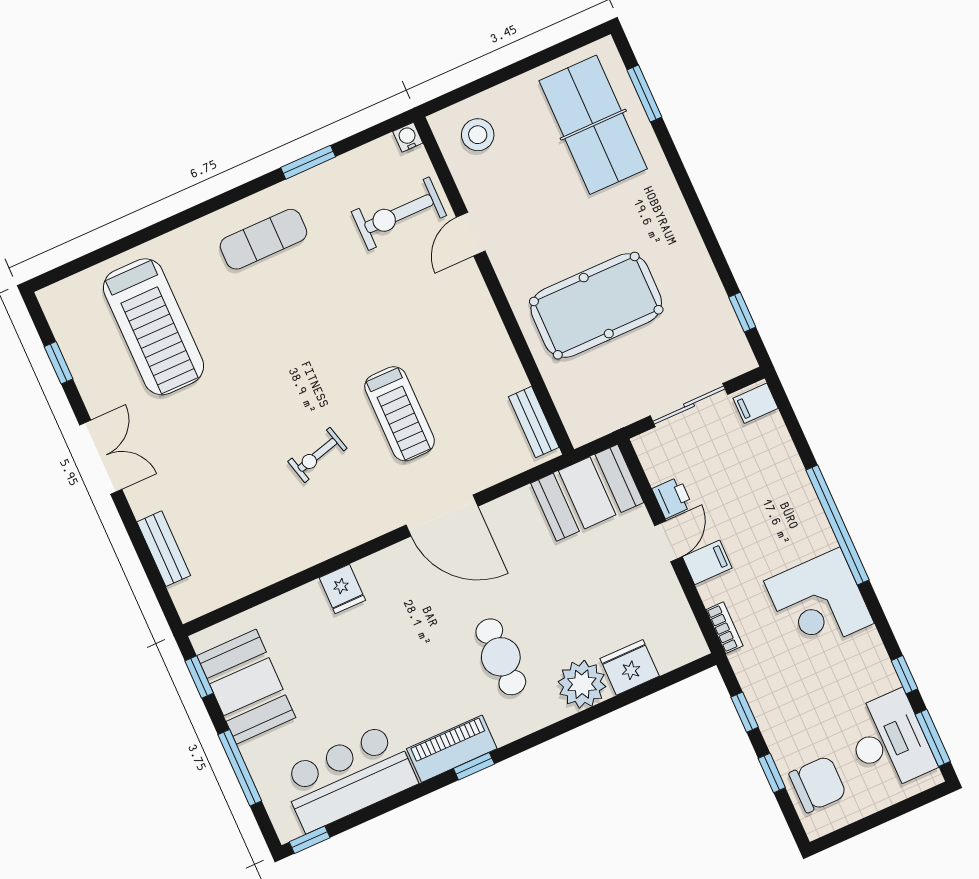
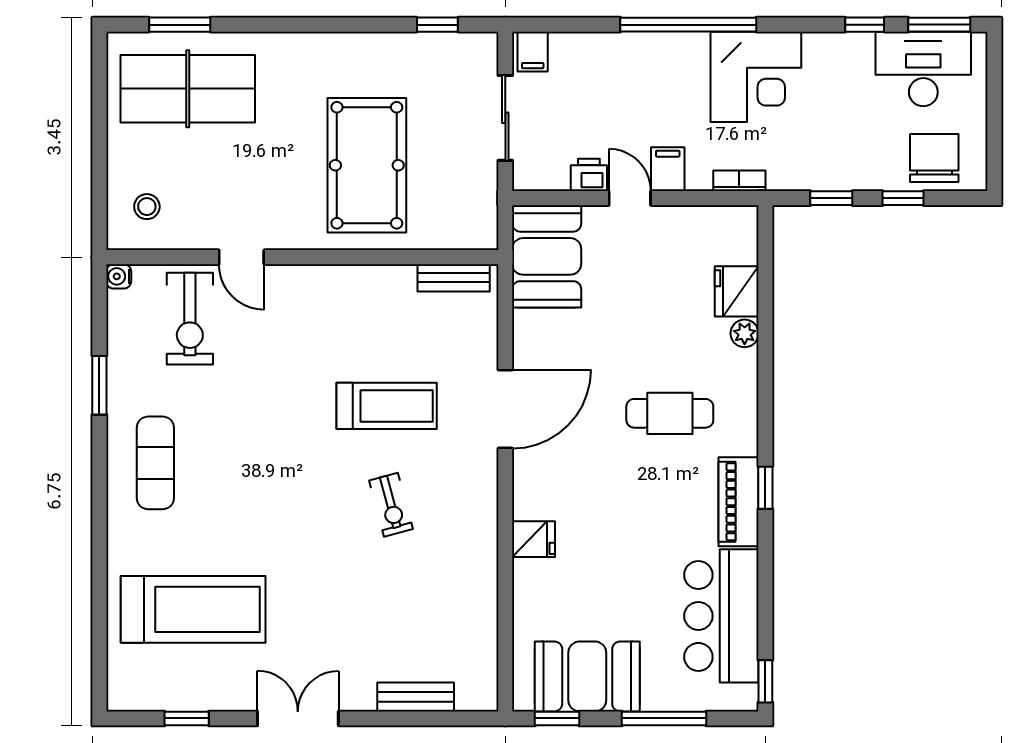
stool: (478, 135) -> (147, 207), width x0.73, depth x0.73
plant: (582, 684) -> (745, 333), width x0.53, depth x0.53

